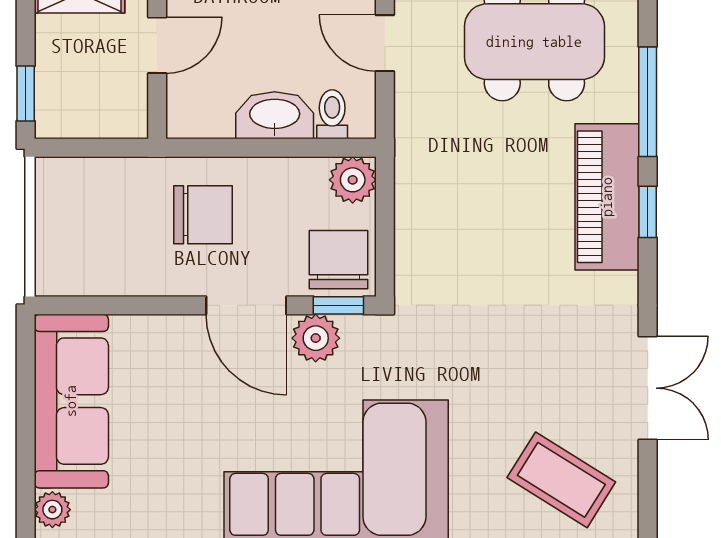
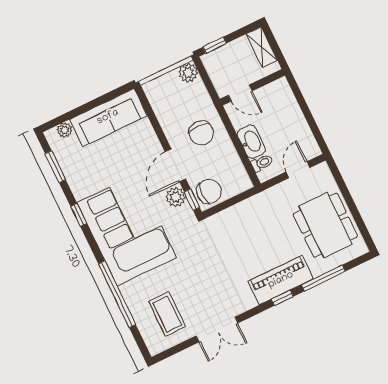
door: (157, 45) -> (240, 93), moved
plant: (353, 180) -> (188, 73), moved
coffee table: (561, 480) -> (167, 314), turned -32

